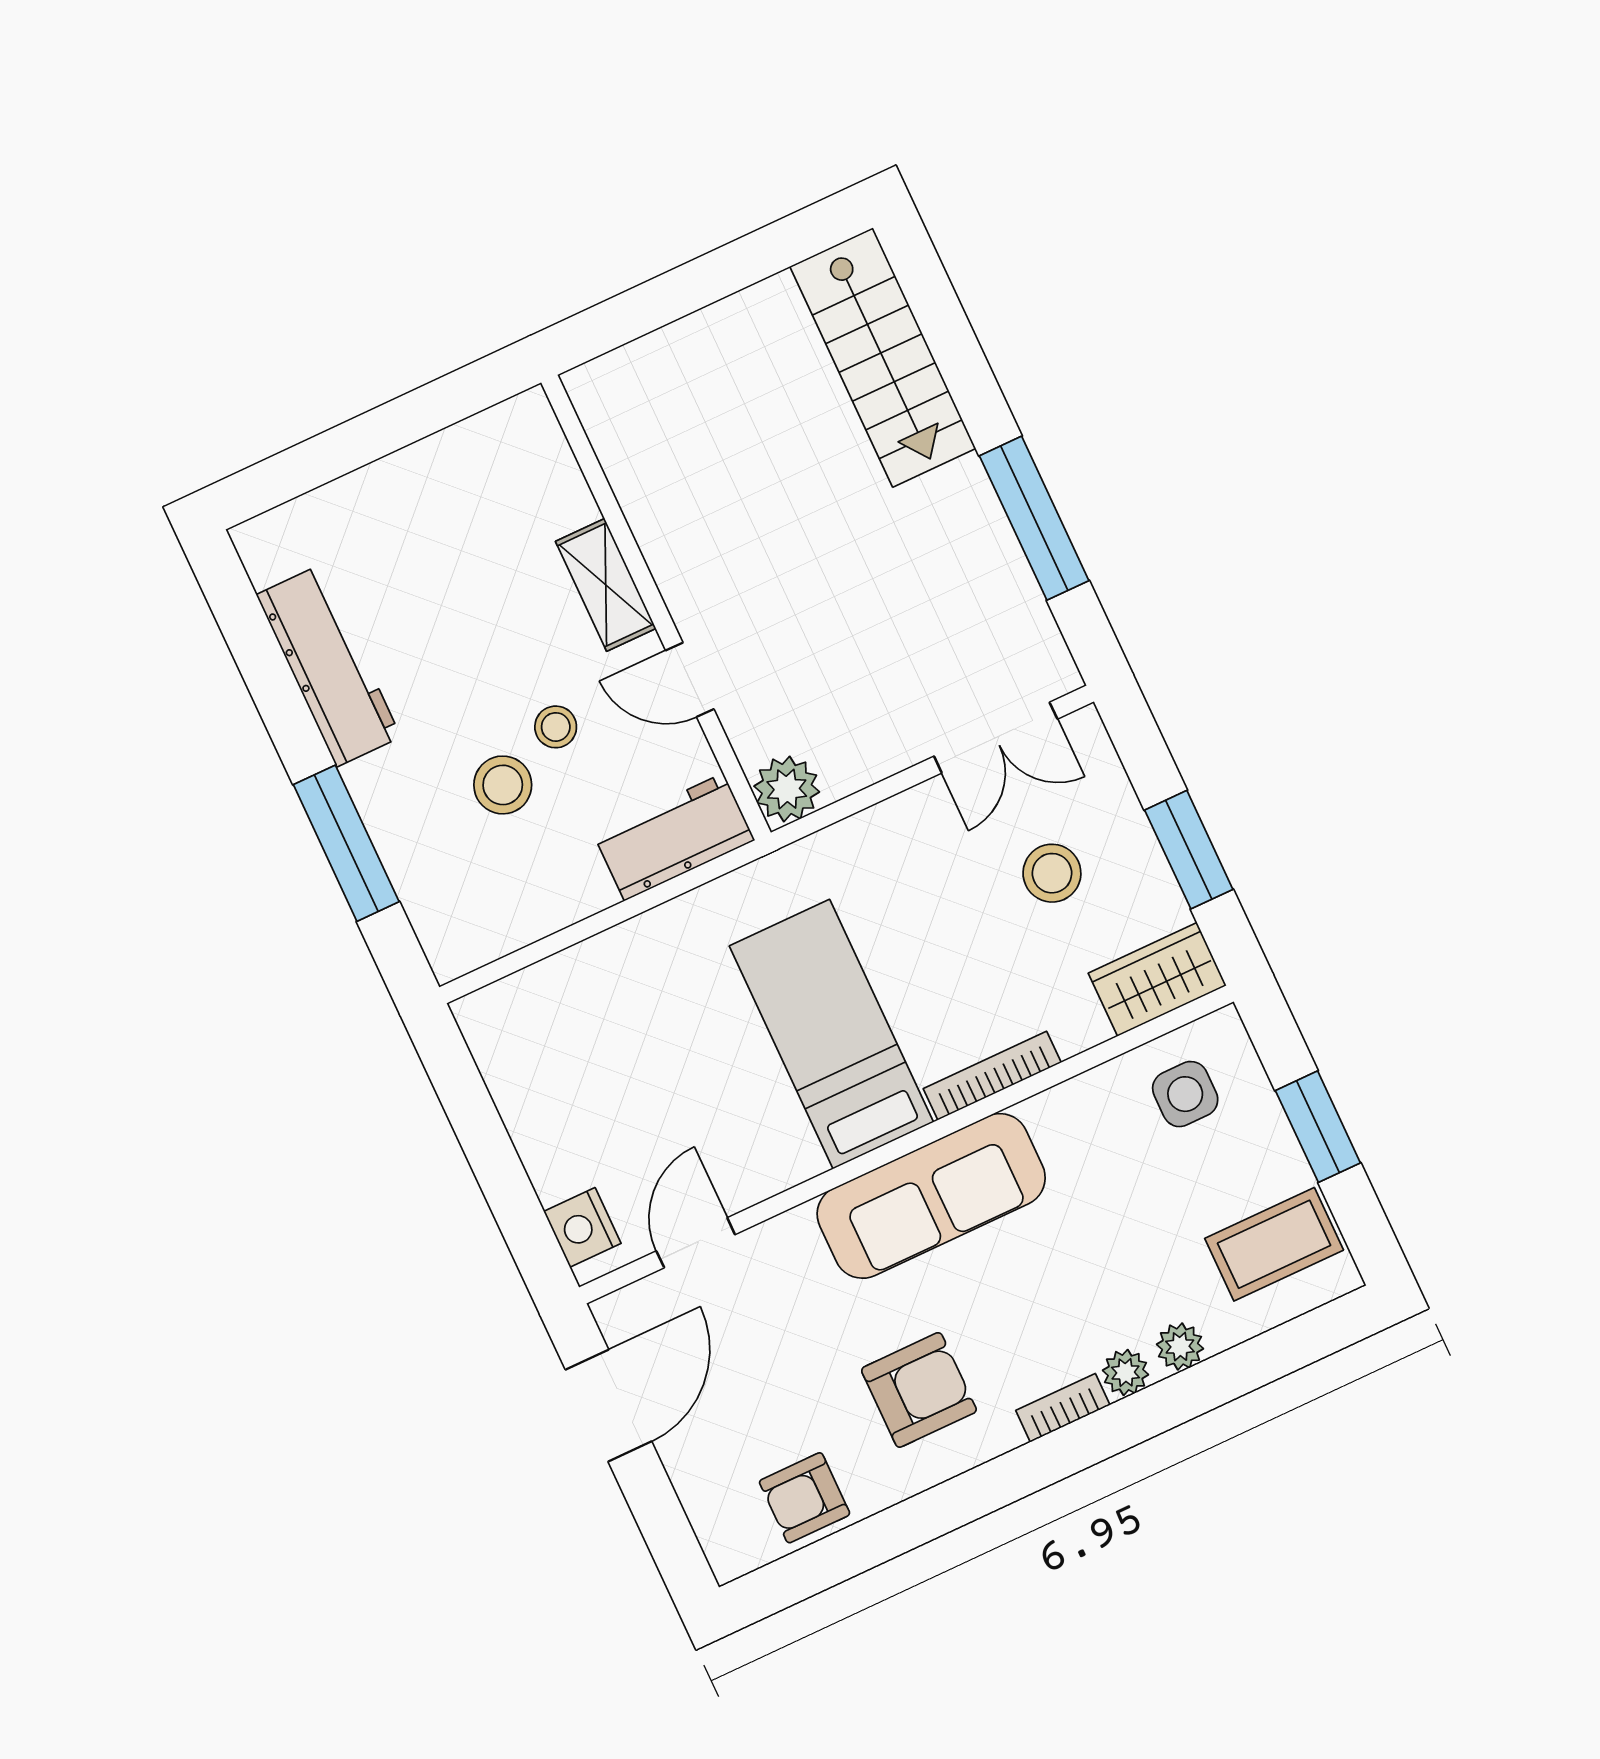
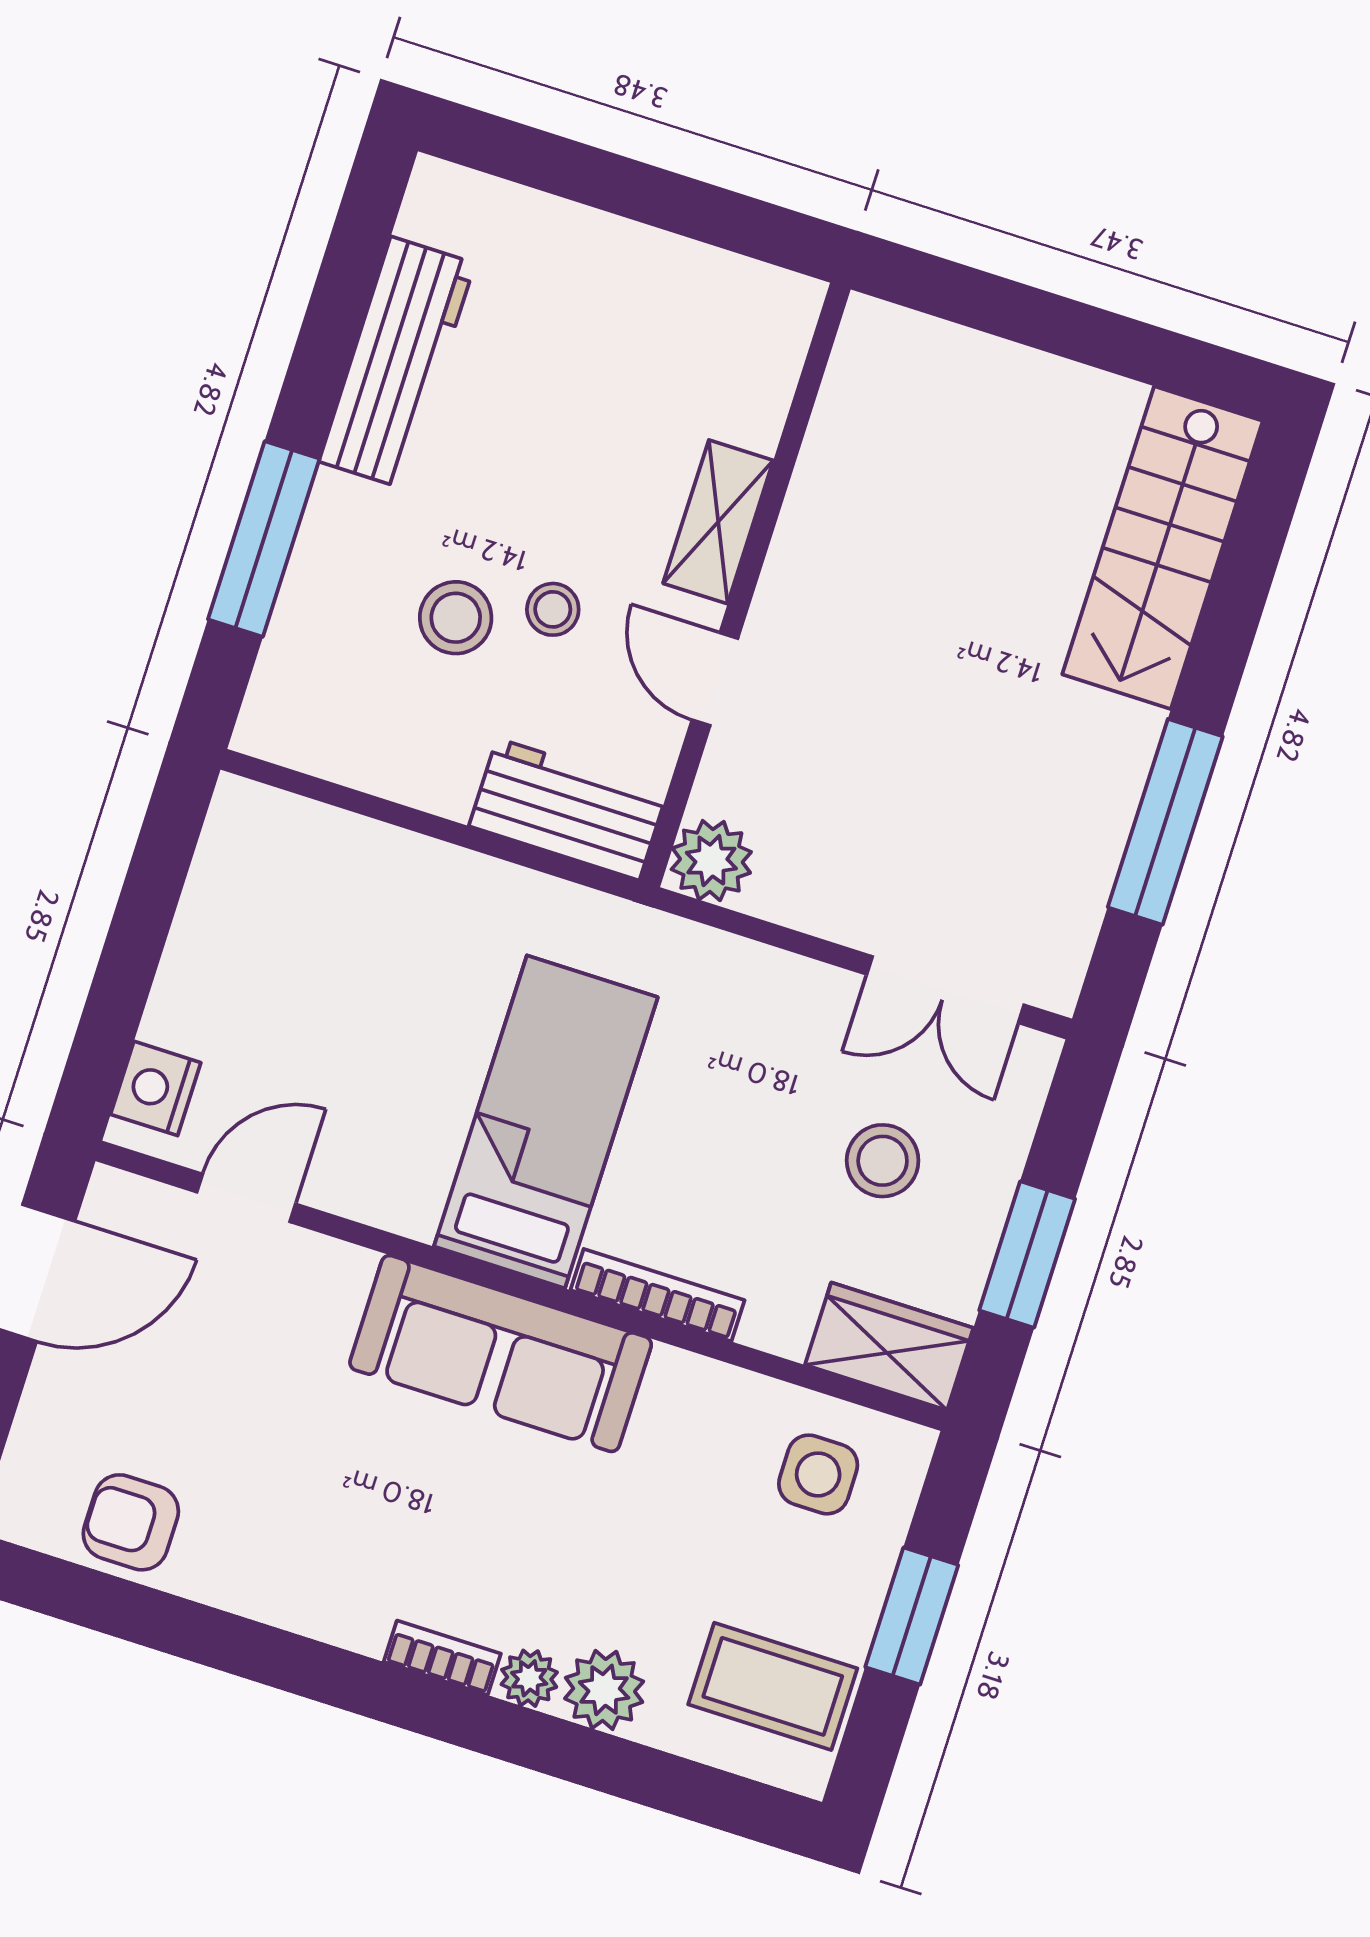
plant: (1180, 1347) -> (604, 1690), width x1.38, depth x1.38
armchair: (919, 1390) -> (326, 1520), removed

